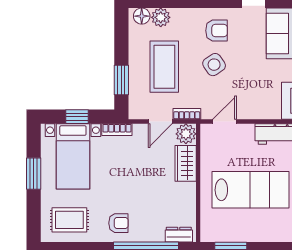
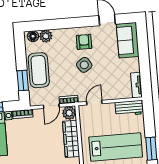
armchair: (217, 31) -> (84, 42), turned -90
coffee table: (164, 67) -> (39, 70), moved
wardrobe: (186, 163) -> (71, 139), width x1.50

